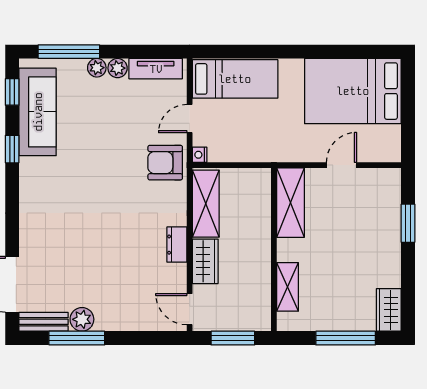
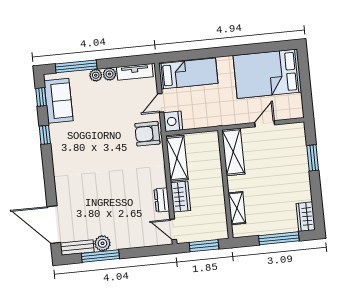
sofa: (38, 112) -> (59, 101), width x0.73
nightstand: (200, 155) -> (173, 121), width x1.89, depth x1.79
dresser: (177, 245) -> (162, 200), moved

